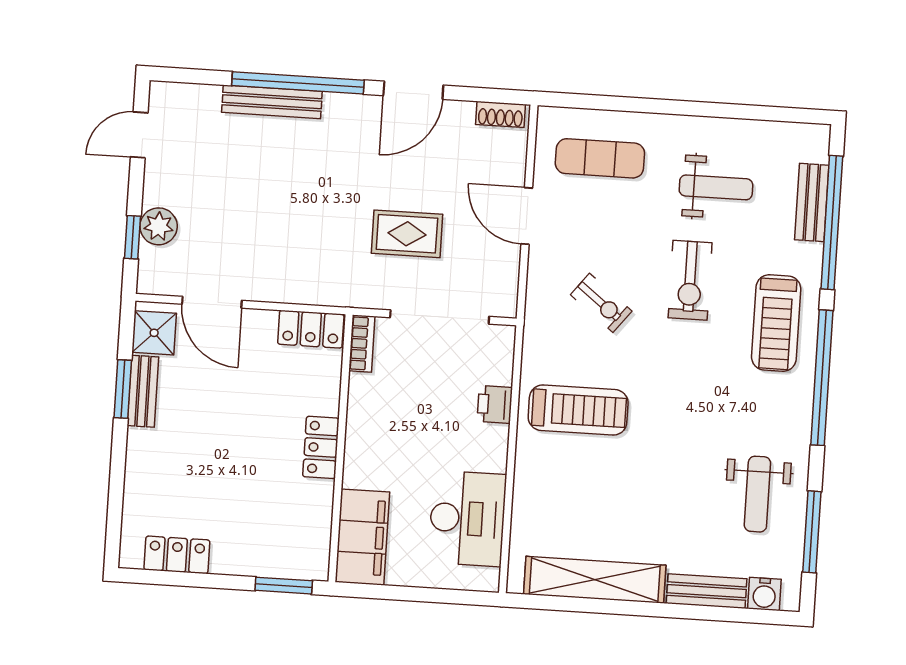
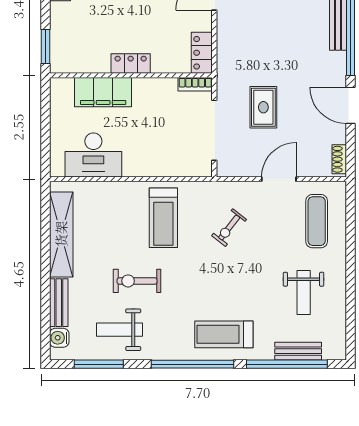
exercise bike: (690, 280) -> (137, 281), moved
printer: (495, 404) -> (163, 167), removed
filing cabinet: (362, 537) -> (103, 92), moved

